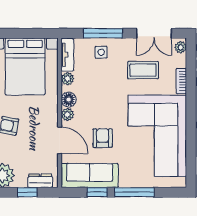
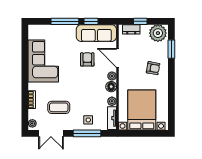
double door: (154, 33) -> (51, 133), swing flipped
corner sofa: (157, 136) -> (43, 61), width x0.73, depth x0.74
armchair: (103, 138) -> (87, 59), turned 180

